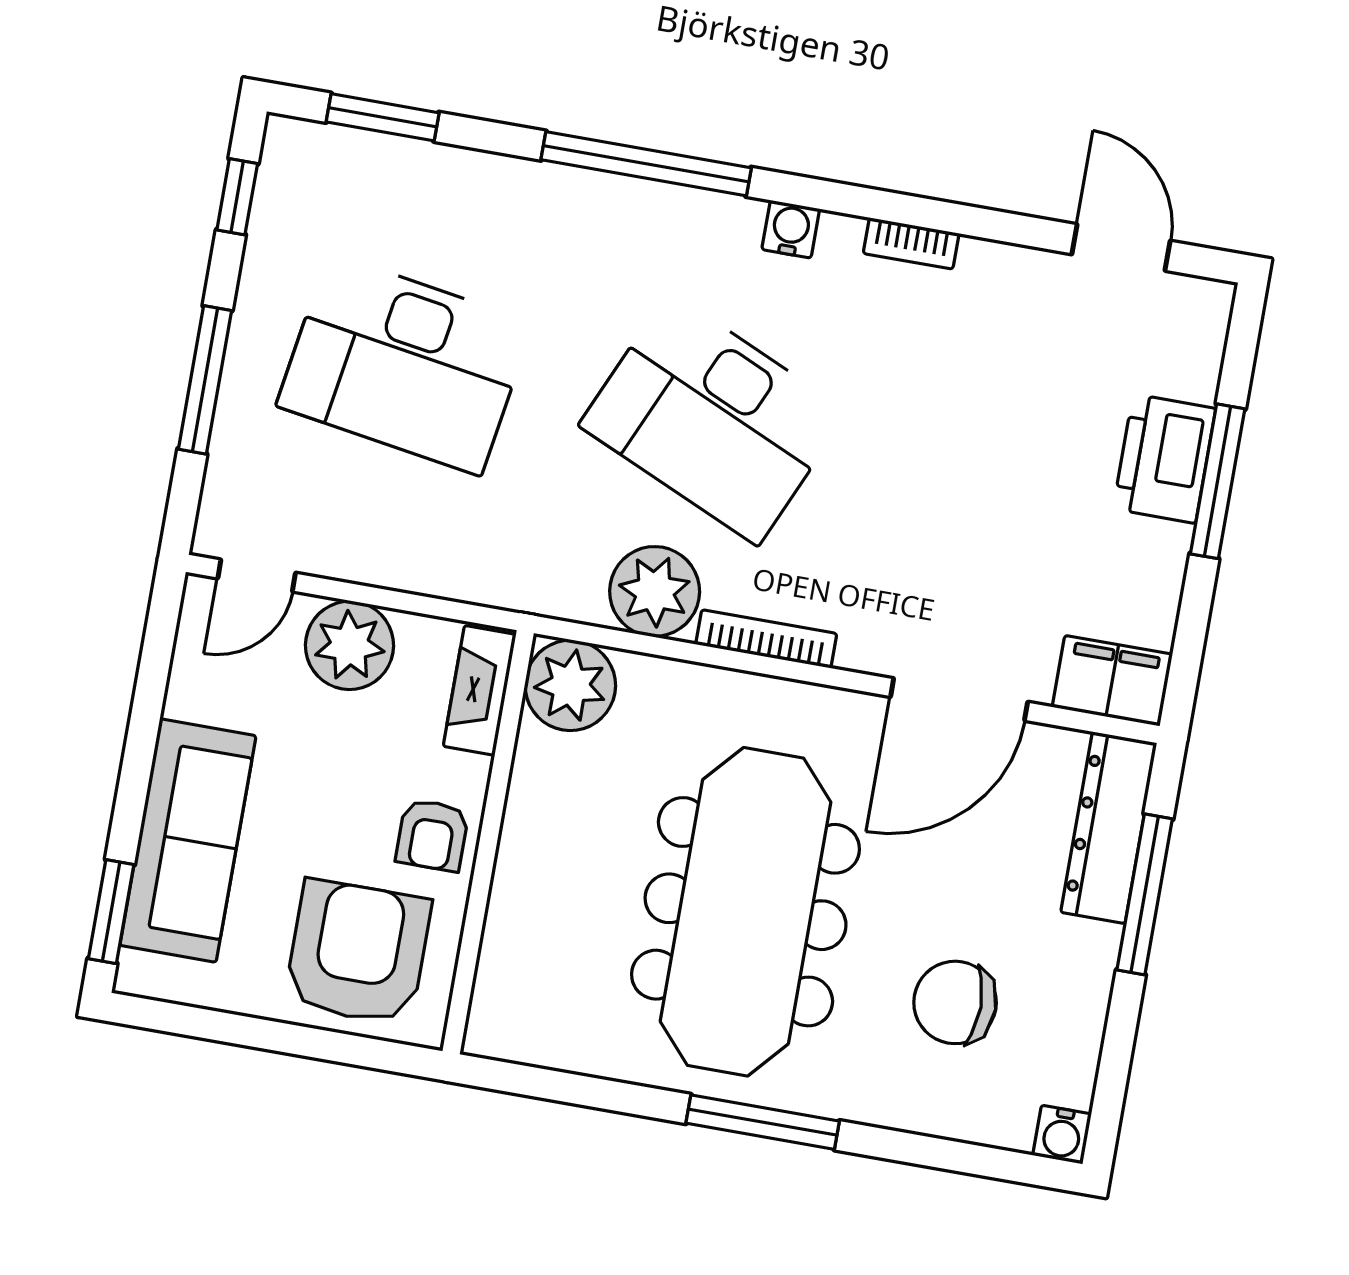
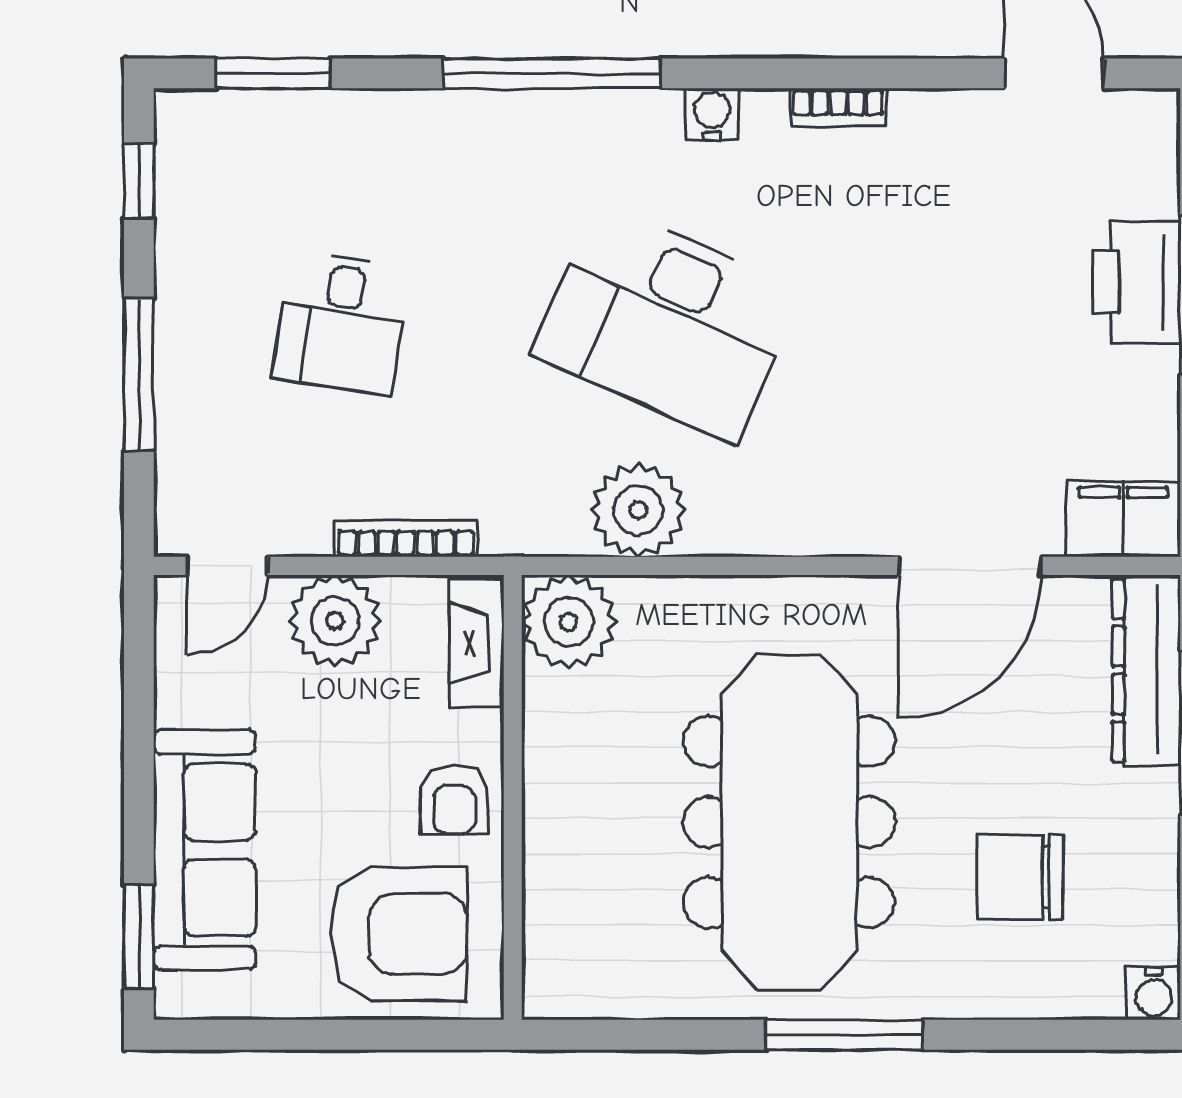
desk: (405, 364) -> (341, 323), width x0.53, depth x0.77
bookcase: (766, 639) -> (406, 539), moved
armchair: (358, 952) -> (399, 934), turned 90

